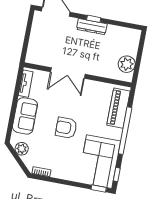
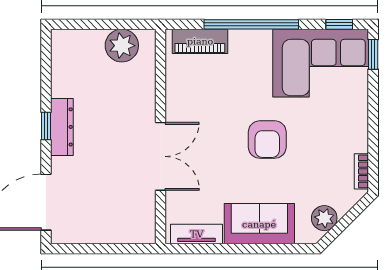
piano: (118, 108) -> (200, 41), width x0.73, depth x0.75

